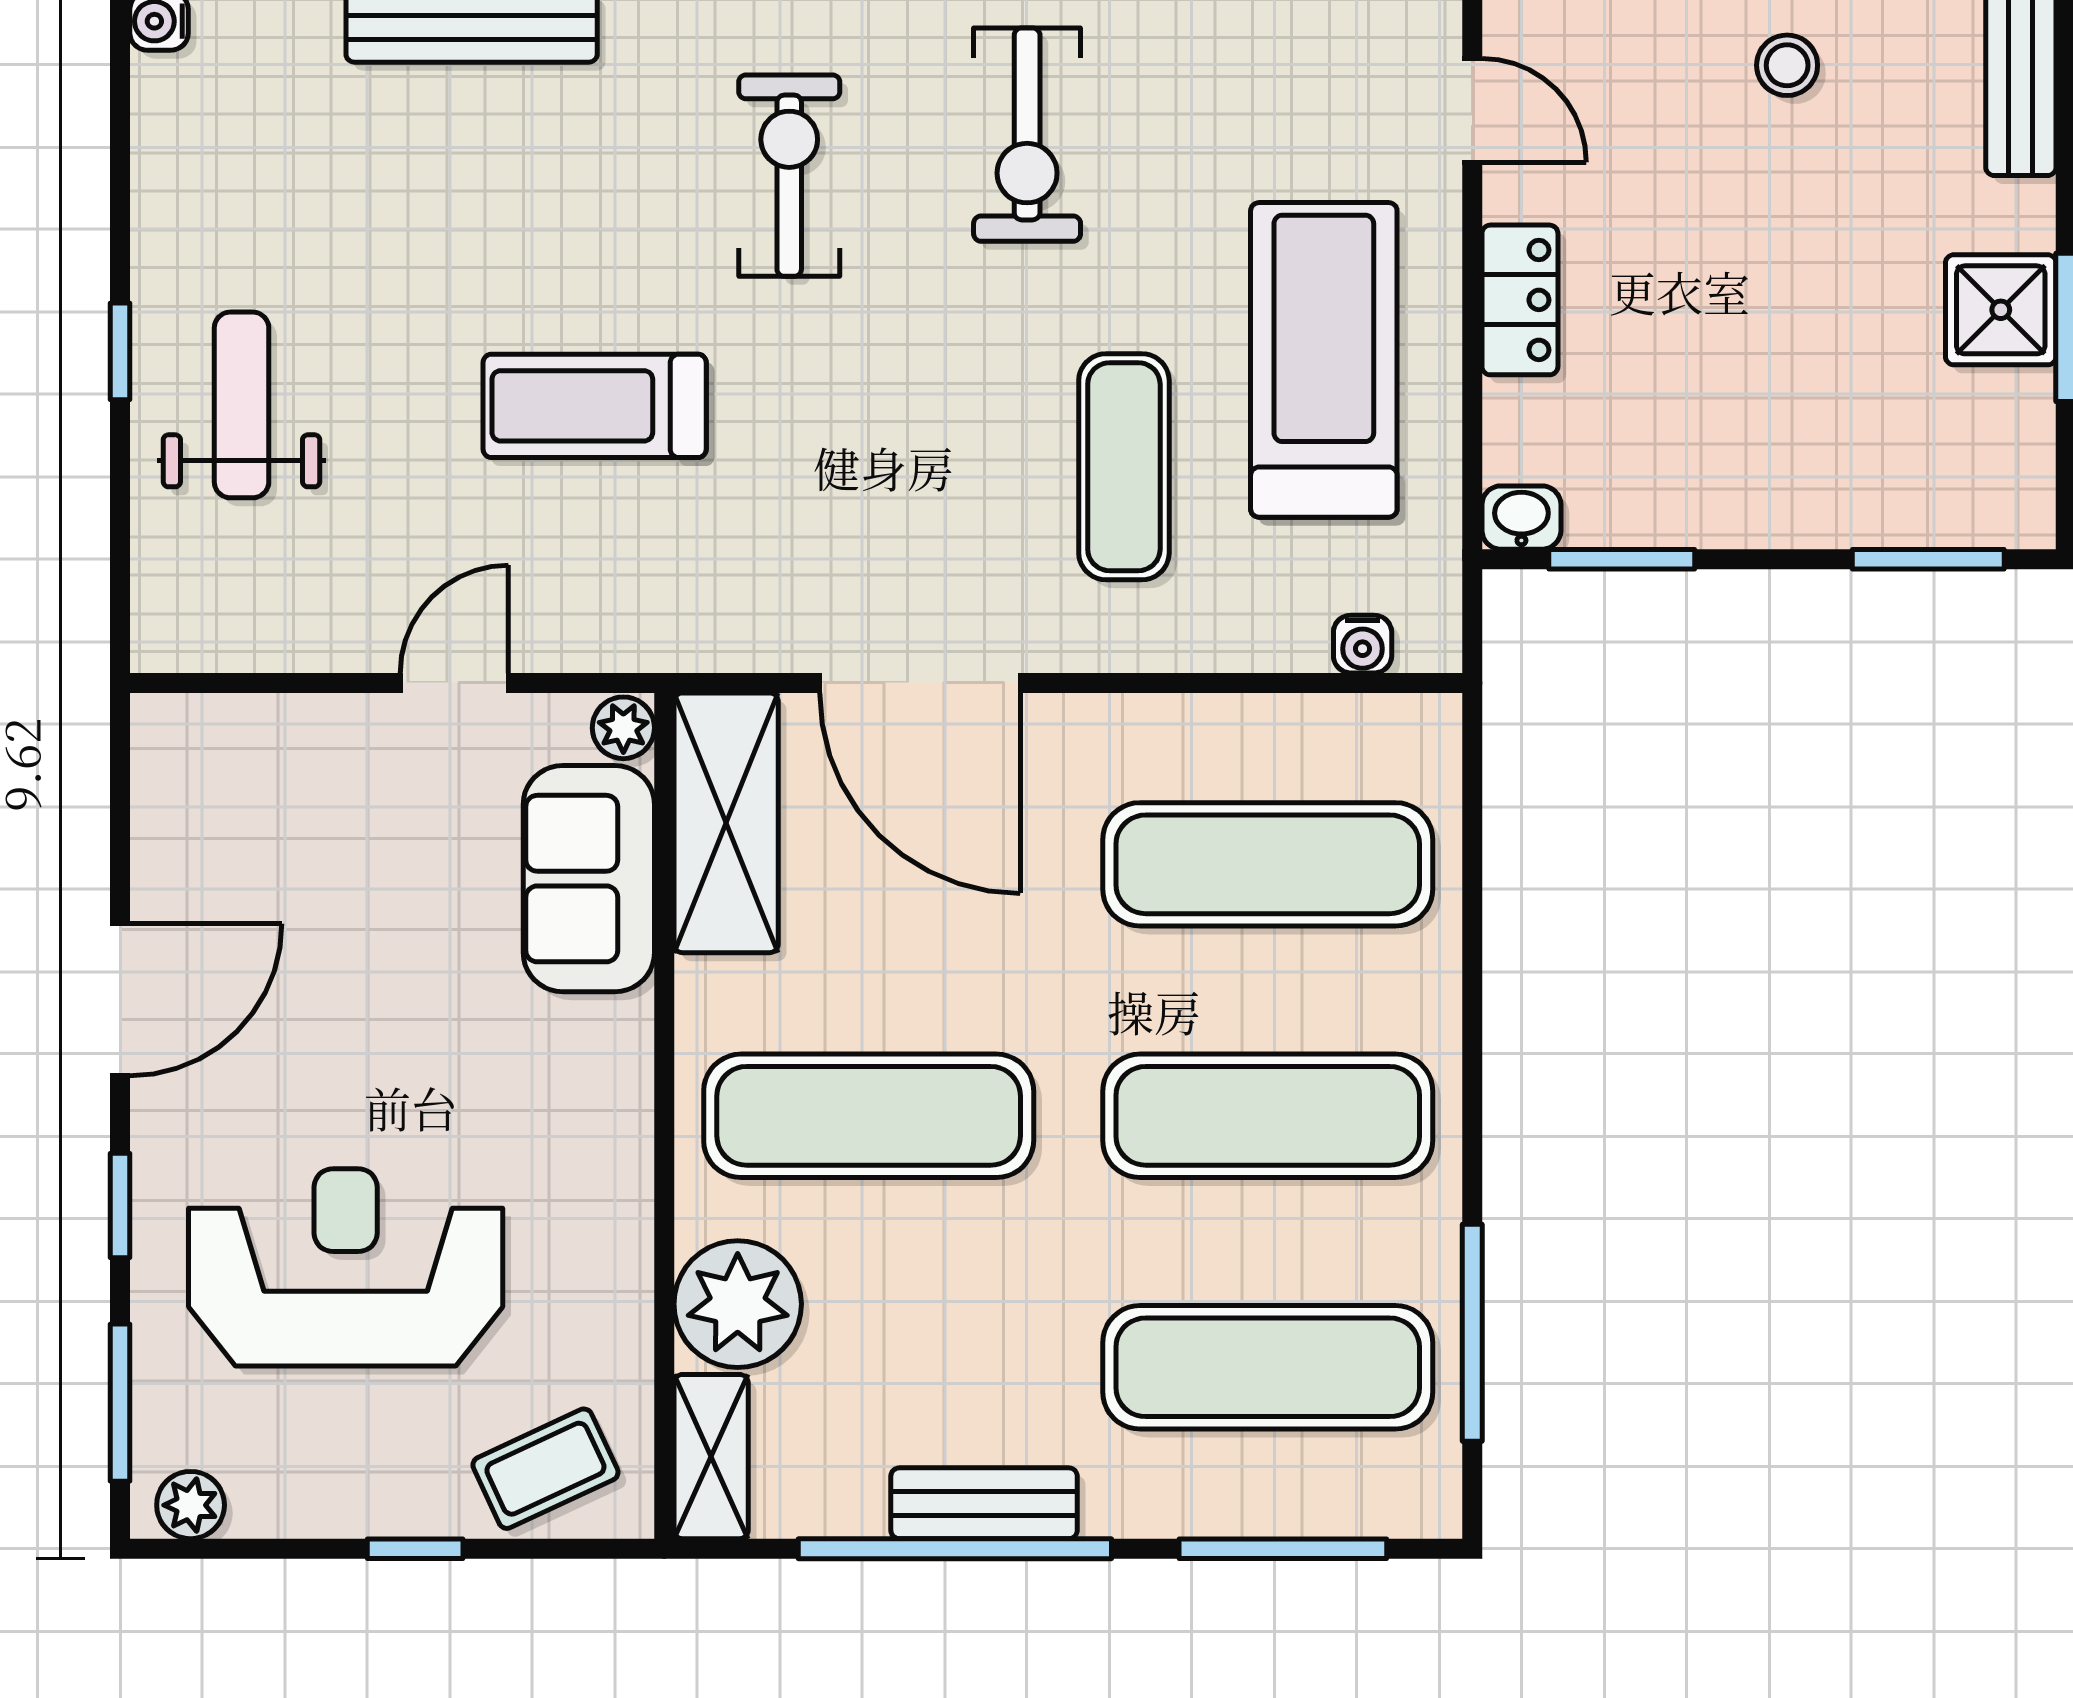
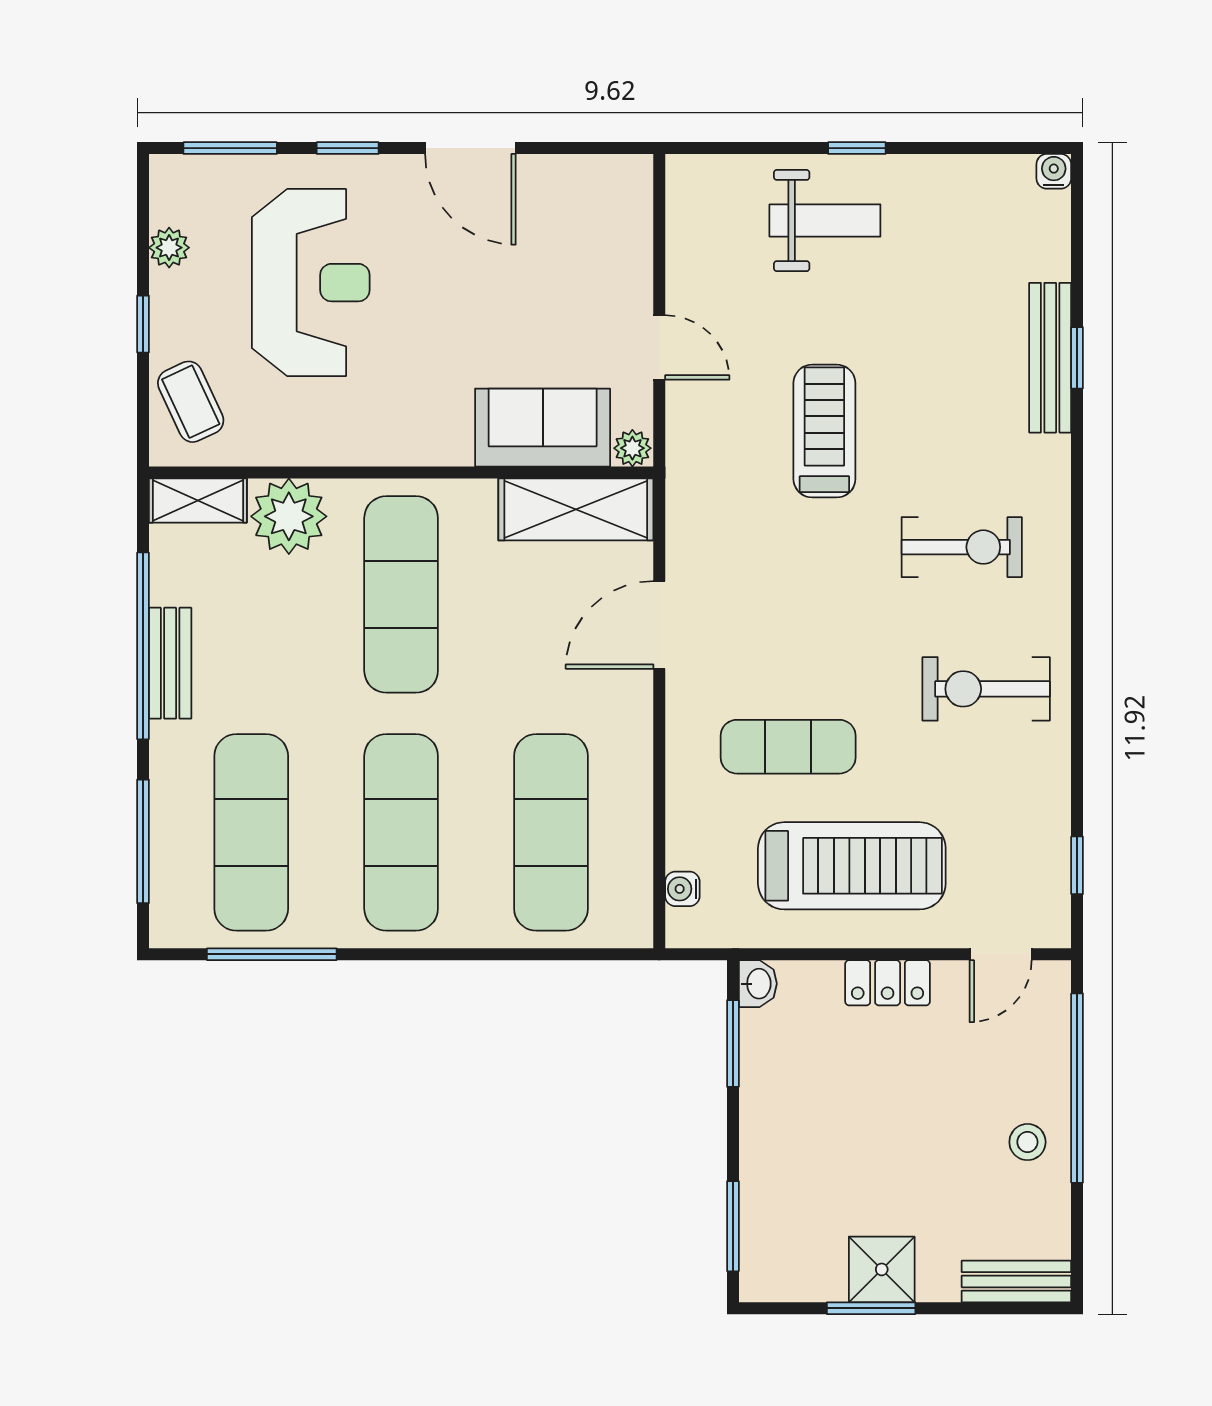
door: (920, 683) -> (659, 625), width x0.73
plant: (191, 1505) -> (169, 248), moved

